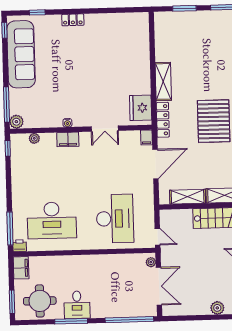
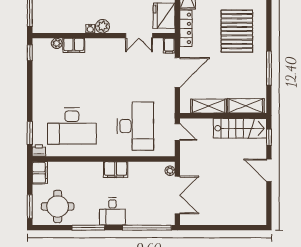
plant: (16, 122) -> (103, 26), moved
double door: (105, 129) -> (139, 36), moved
filing cabinet: (68, 139) -> (74, 45), moved
window: (10, 229) -> (30, 133), width x0.69
door: (157, 237) -> (177, 132), moved
filing cabinet: (97, 263) -> (116, 170), added
desk: (77, 305) -> (112, 211), moved
plant: (217, 308) -> (235, 218), removed

